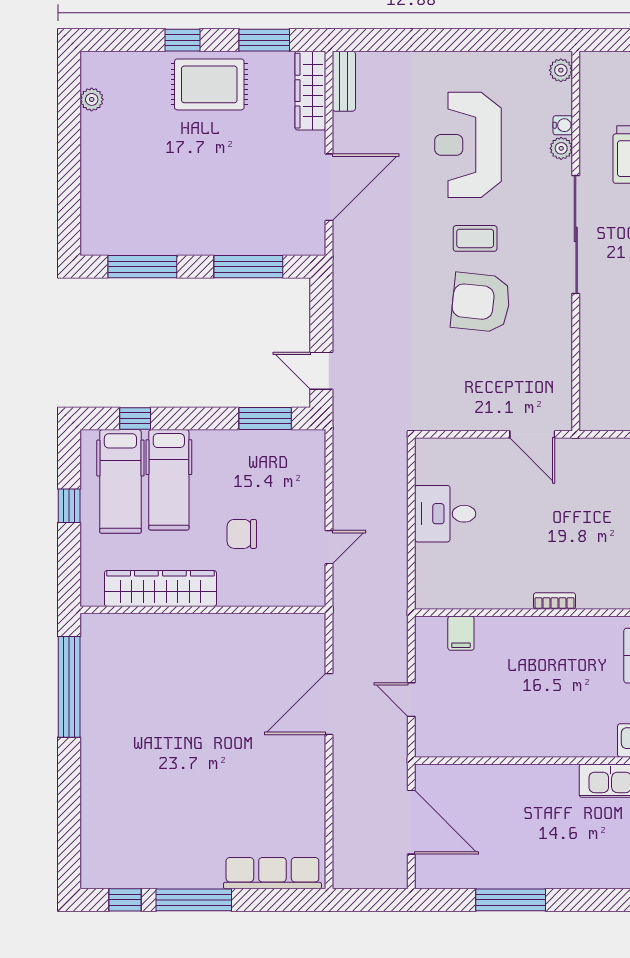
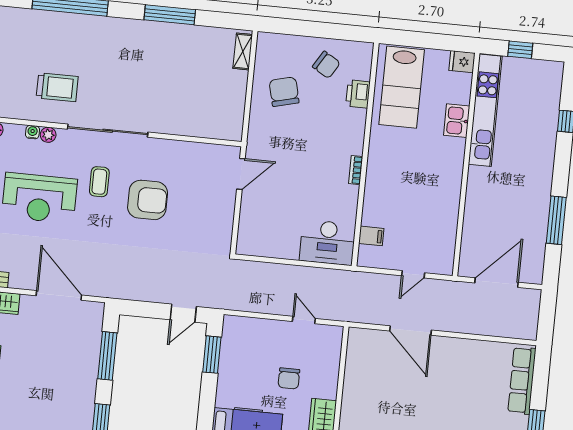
coffee table: (475, 238) -> (99, 182), moved
armchair: (481, 302) -> (148, 200), turned -96
desk: (445, 514) -> (328, 242), moved, width x1.37

